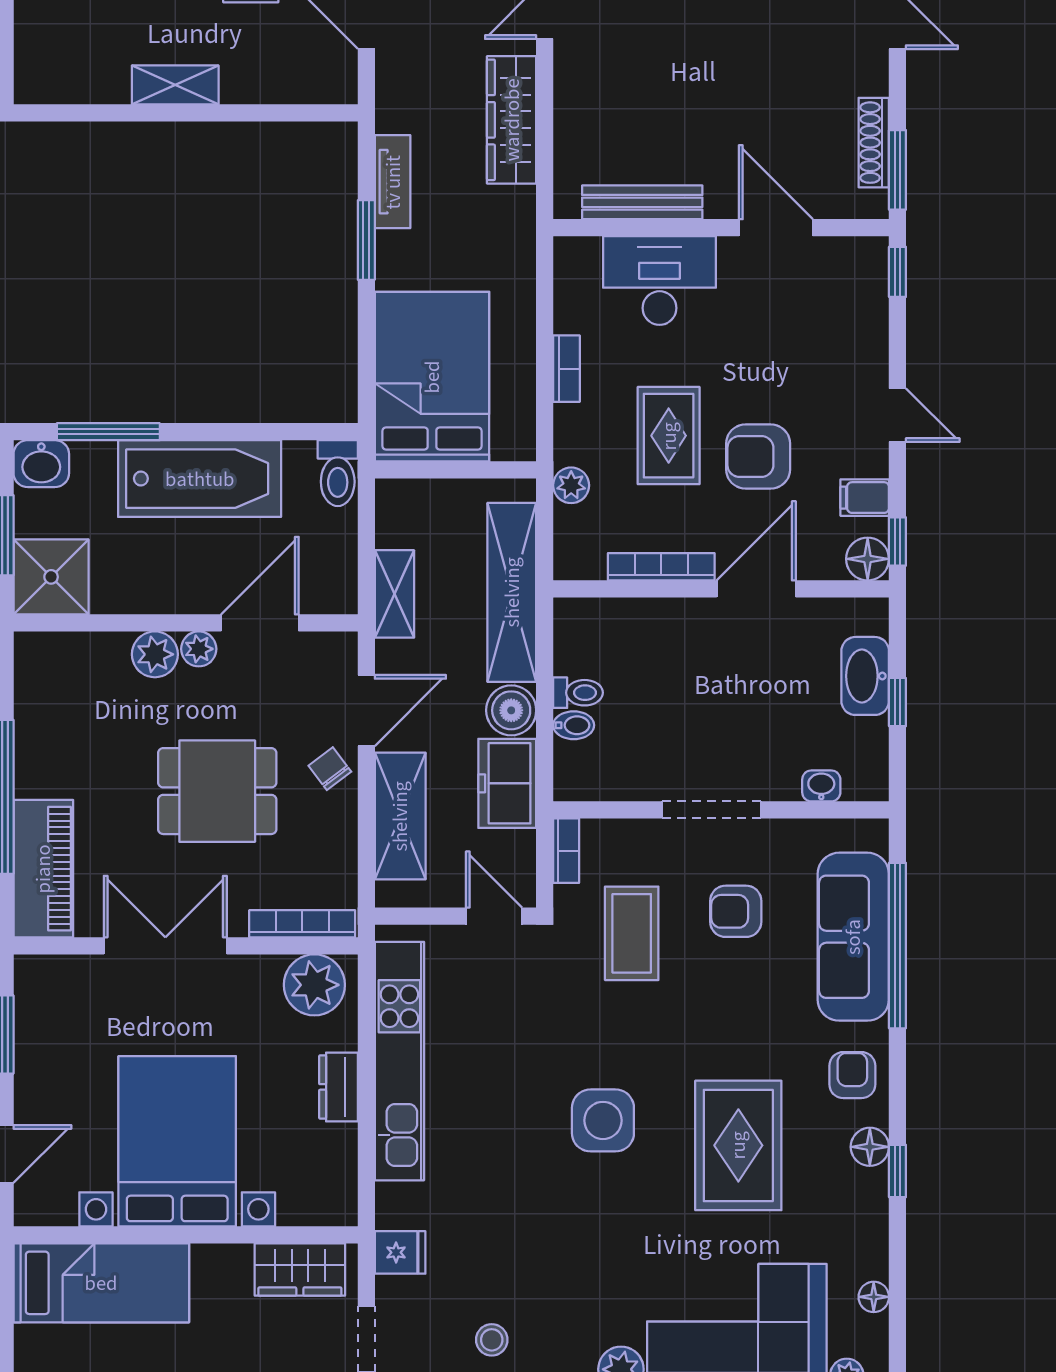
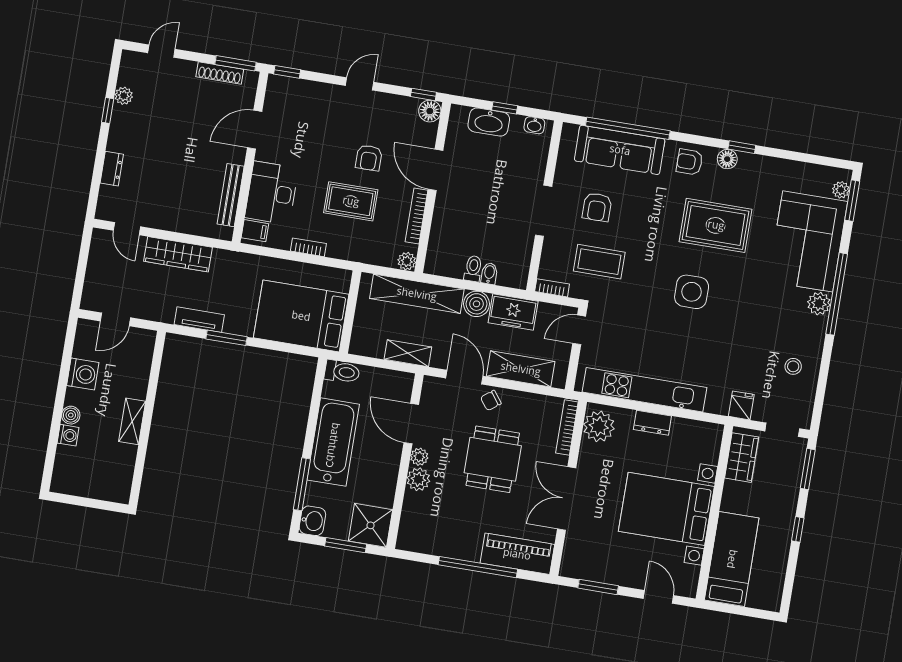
armchair: (758, 457) -> (369, 158), width x0.72, depth x0.72
plant: (571, 485) -> (407, 261), moved
filing cabinet: (865, 498) -> (255, 231), moved, turned -90
washbasin: (821, 786) -> (534, 125), moved, turned -90
floor lamp: (874, 1297) -> (803, 170), removed

